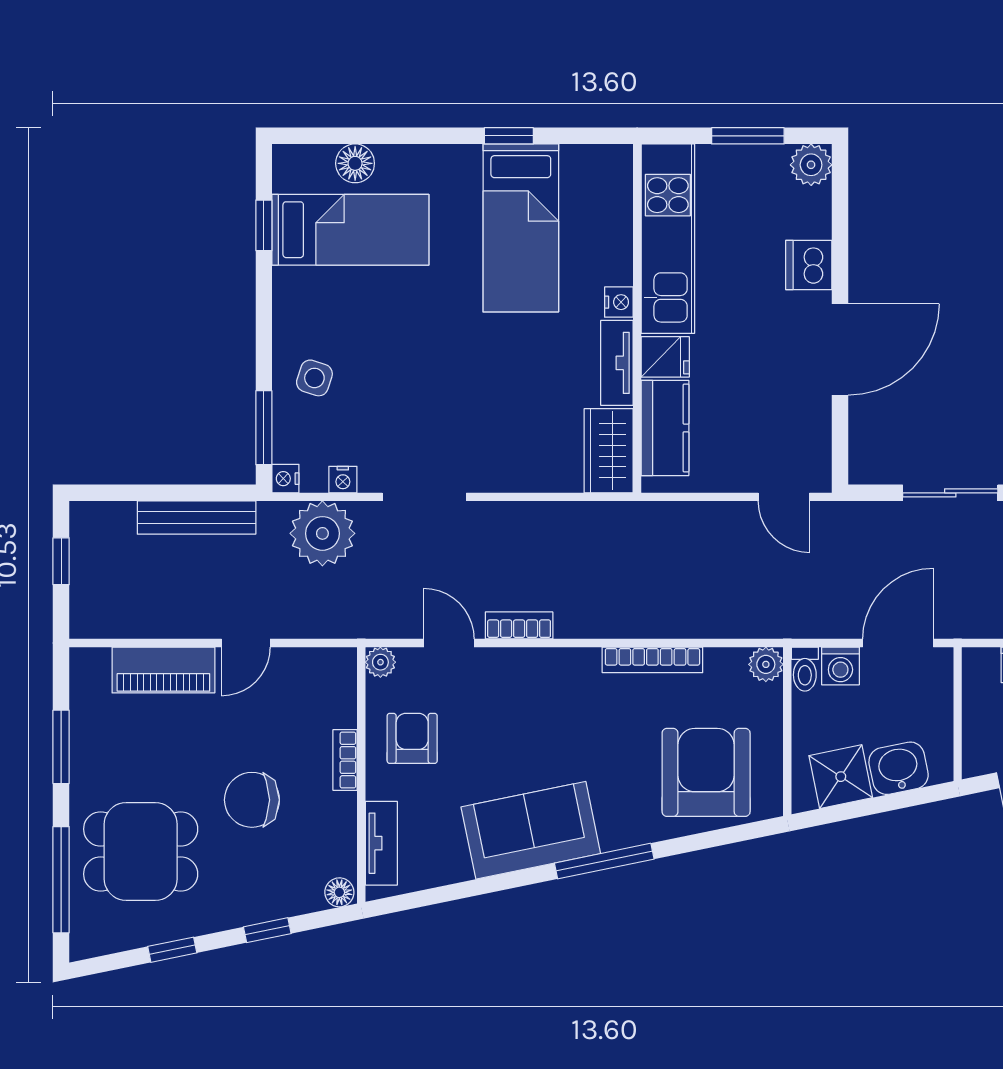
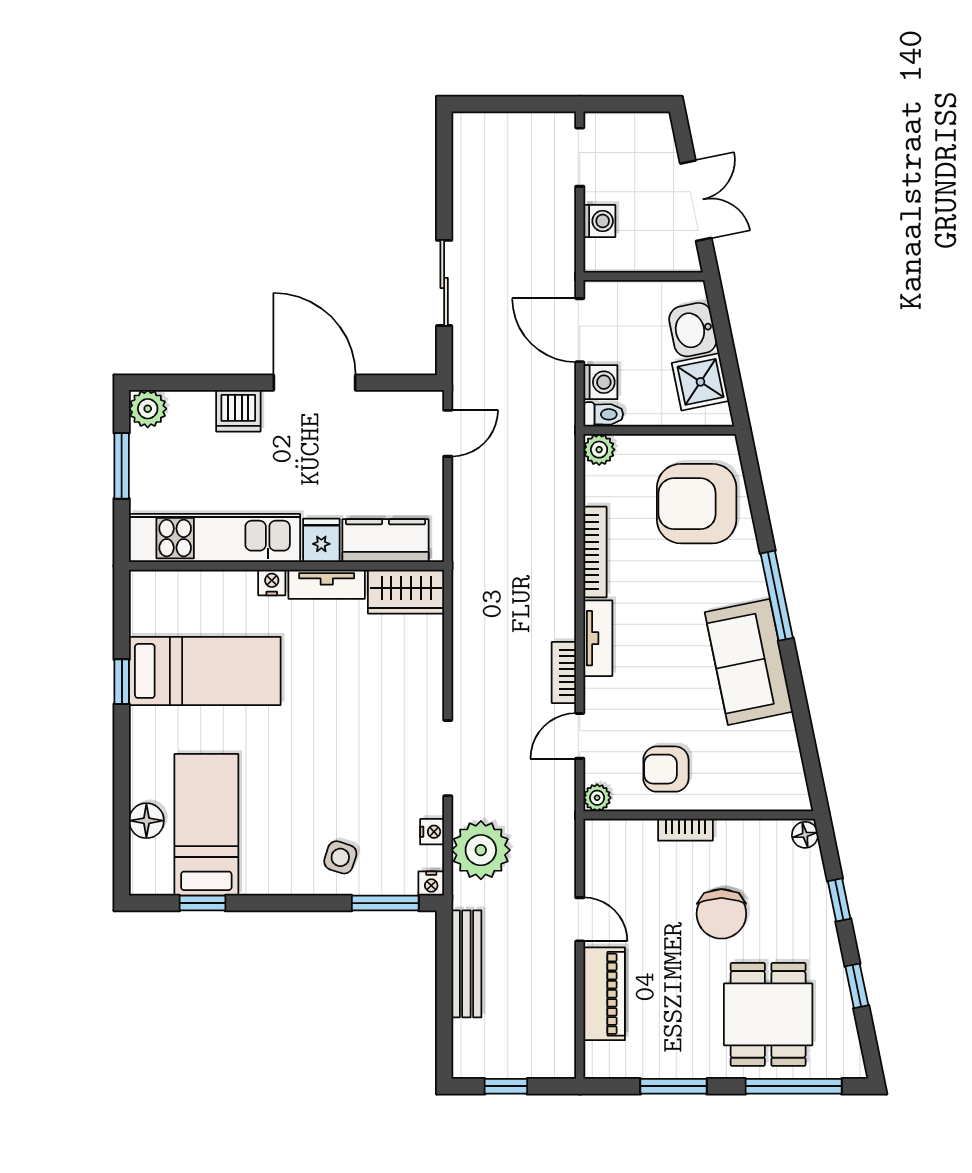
tv unit: (381, 843) -> (598, 638), moved, turned 90

